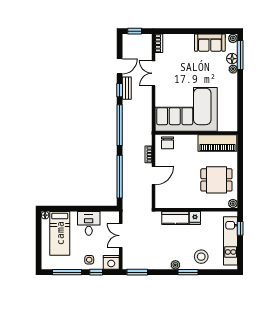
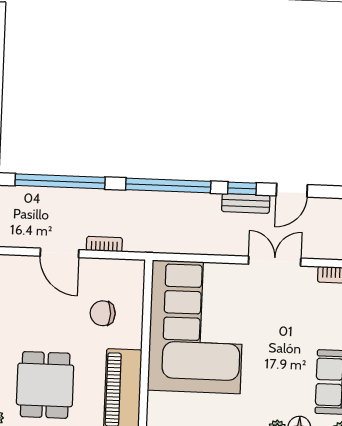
door: (120, 66) -> (292, 190), hinge flipped
chair: (168, 143) -> (103, 313), moved

